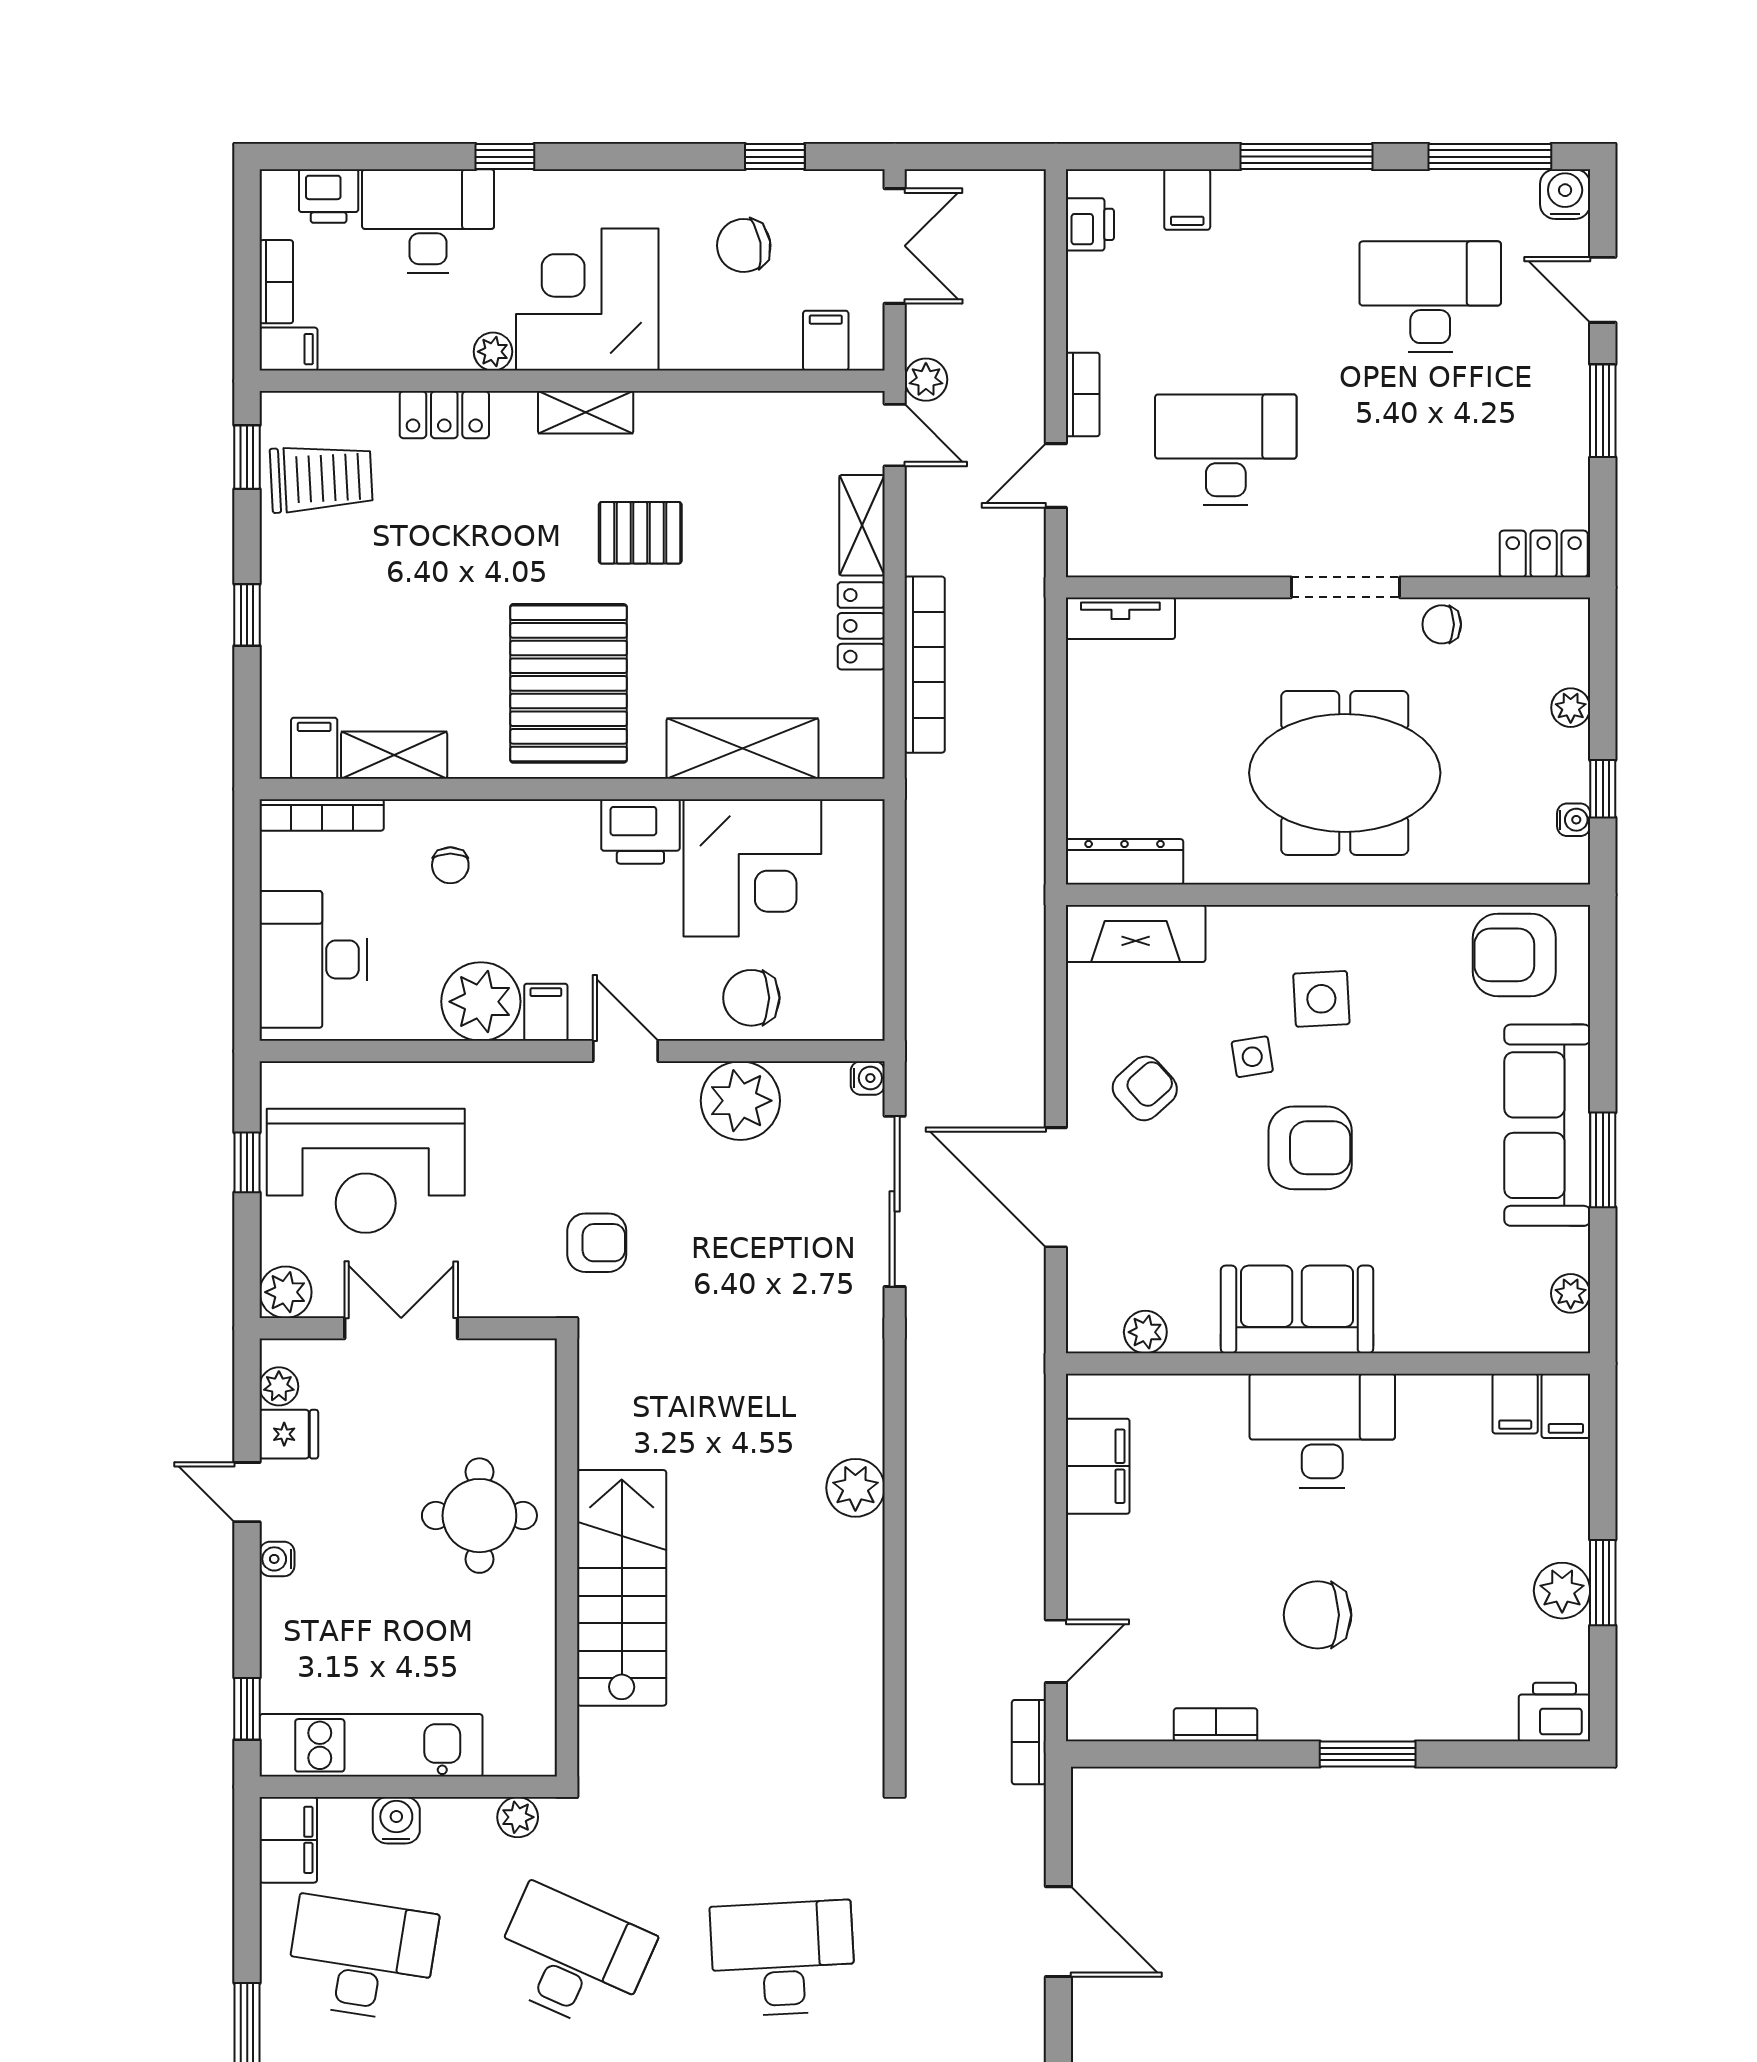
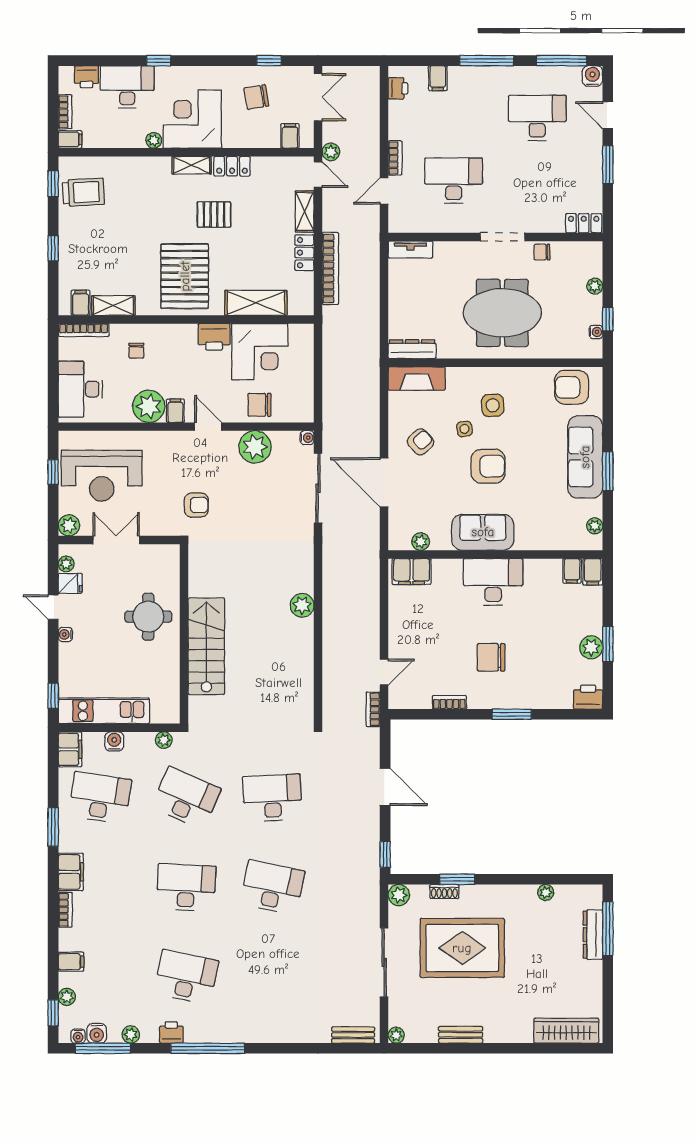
locker: (444, 415) -> (232, 166), moved
filing cabinet: (1098, 1466) -> (412, 572), moved, turned 90

